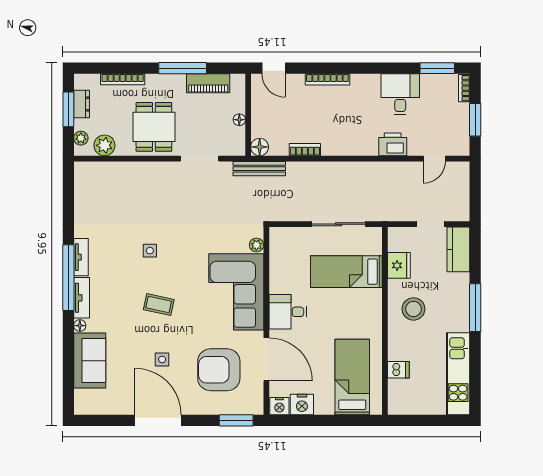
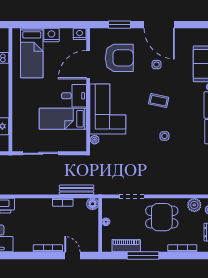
door: (274, 68) -> (72, 256), moved
dining table: (154, 127) -> (162, 217), turned 90
bench: (259, 169) -> (77, 190), moved
bed: (346, 272) -> (63, 119), moved, turned 180
door: (266, 359) -> (88, 65), hinge flipped
nightstand: (302, 405) -> (51, 35), moved
window: (236, 420) -> (119, 25), moved

